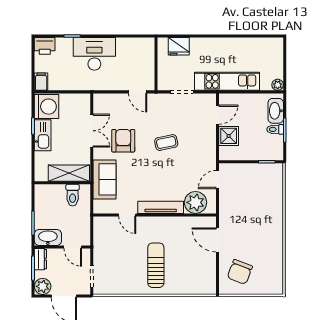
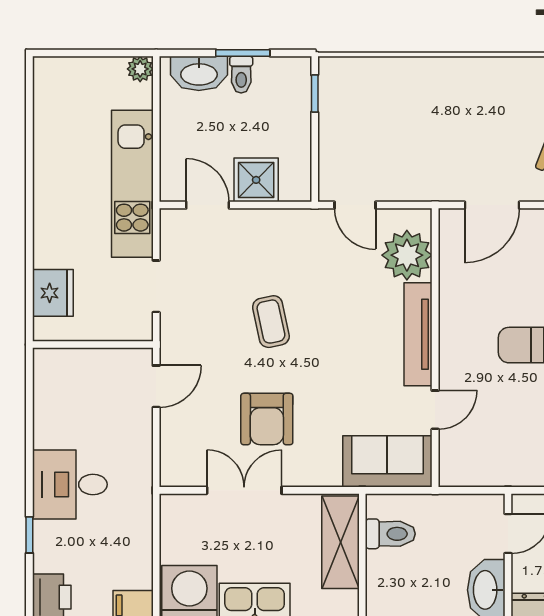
desk: (94, 54) -> (70, 484), width x0.73
armchair: (123, 141) -> (267, 419), turned -90
sofa: (105, 179) -> (387, 461), moved

